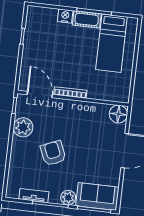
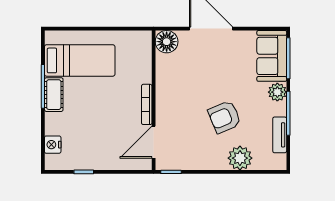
nightstand: (65, 16) -> (53, 145), moved
plant: (23, 127) -> (240, 158), moved

